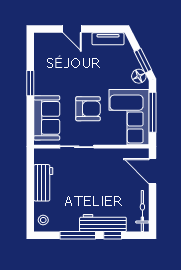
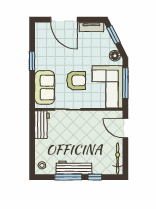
door: (72, 29) -> (64, 20), width x1.88
window: (143, 61) -> (113, 35), moved
workbench: (43, 183) -> (42, 125), moved
workbench: (103, 223) -> (74, 168), moved

